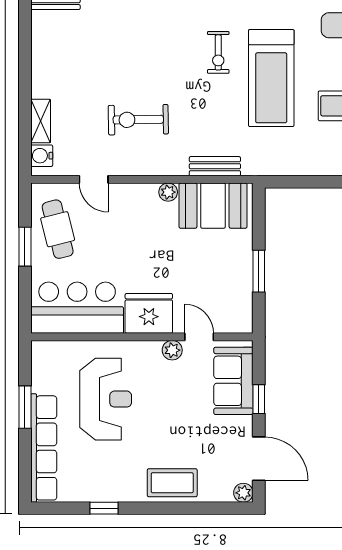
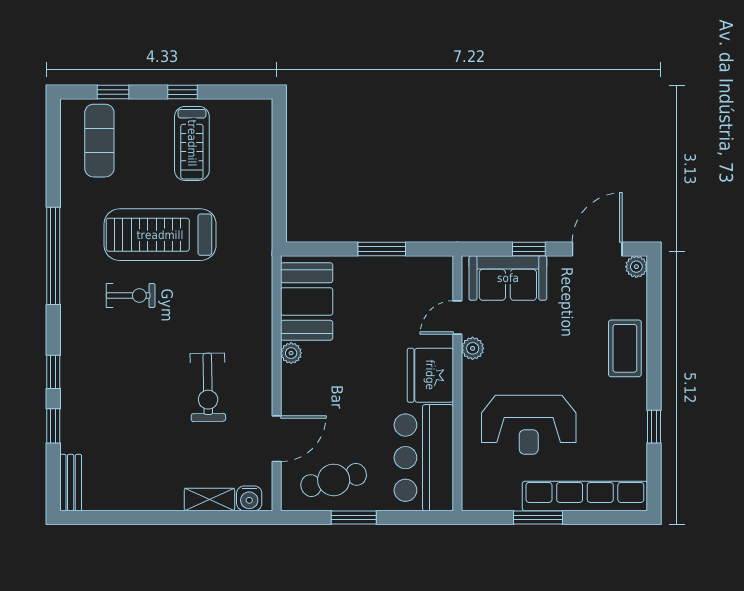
treadmill: (271, 78) -> (160, 235), turned 180
bench: (215, 166) -> (261, 299), removed
door: (94, 179) -> (277, 439), width x1.38
reception desk: (106, 399) -> (529, 425), turned 180

